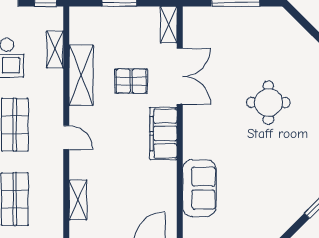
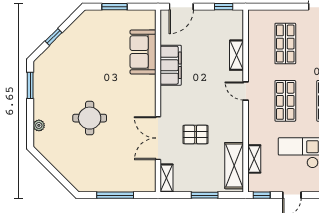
shelving: (81, 75) -> (234, 166), moved
filing cabinet: (163, 134) -> (171, 65), moved
shelving: (78, 200) -> (237, 55), moved

